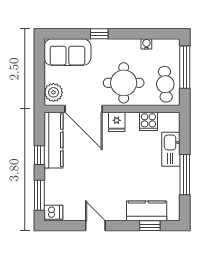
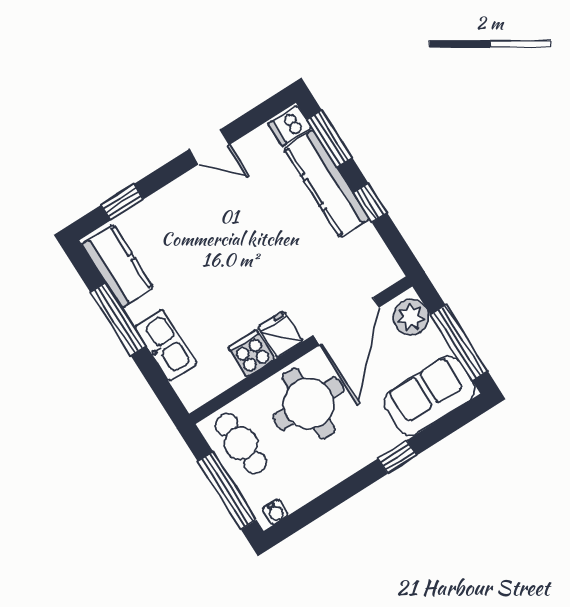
water cooler: (146, 44) -> (275, 512), moved
window: (39, 67) -> (459, 343), added
door: (84, 109) -> (346, 321), swing flipped
cooker: (148, 121) -> (251, 353), moved
kitchen counter: (53, 140) -> (326, 184), moved
kitchen counter: (147, 211) -> (118, 266), moved, turned -90

